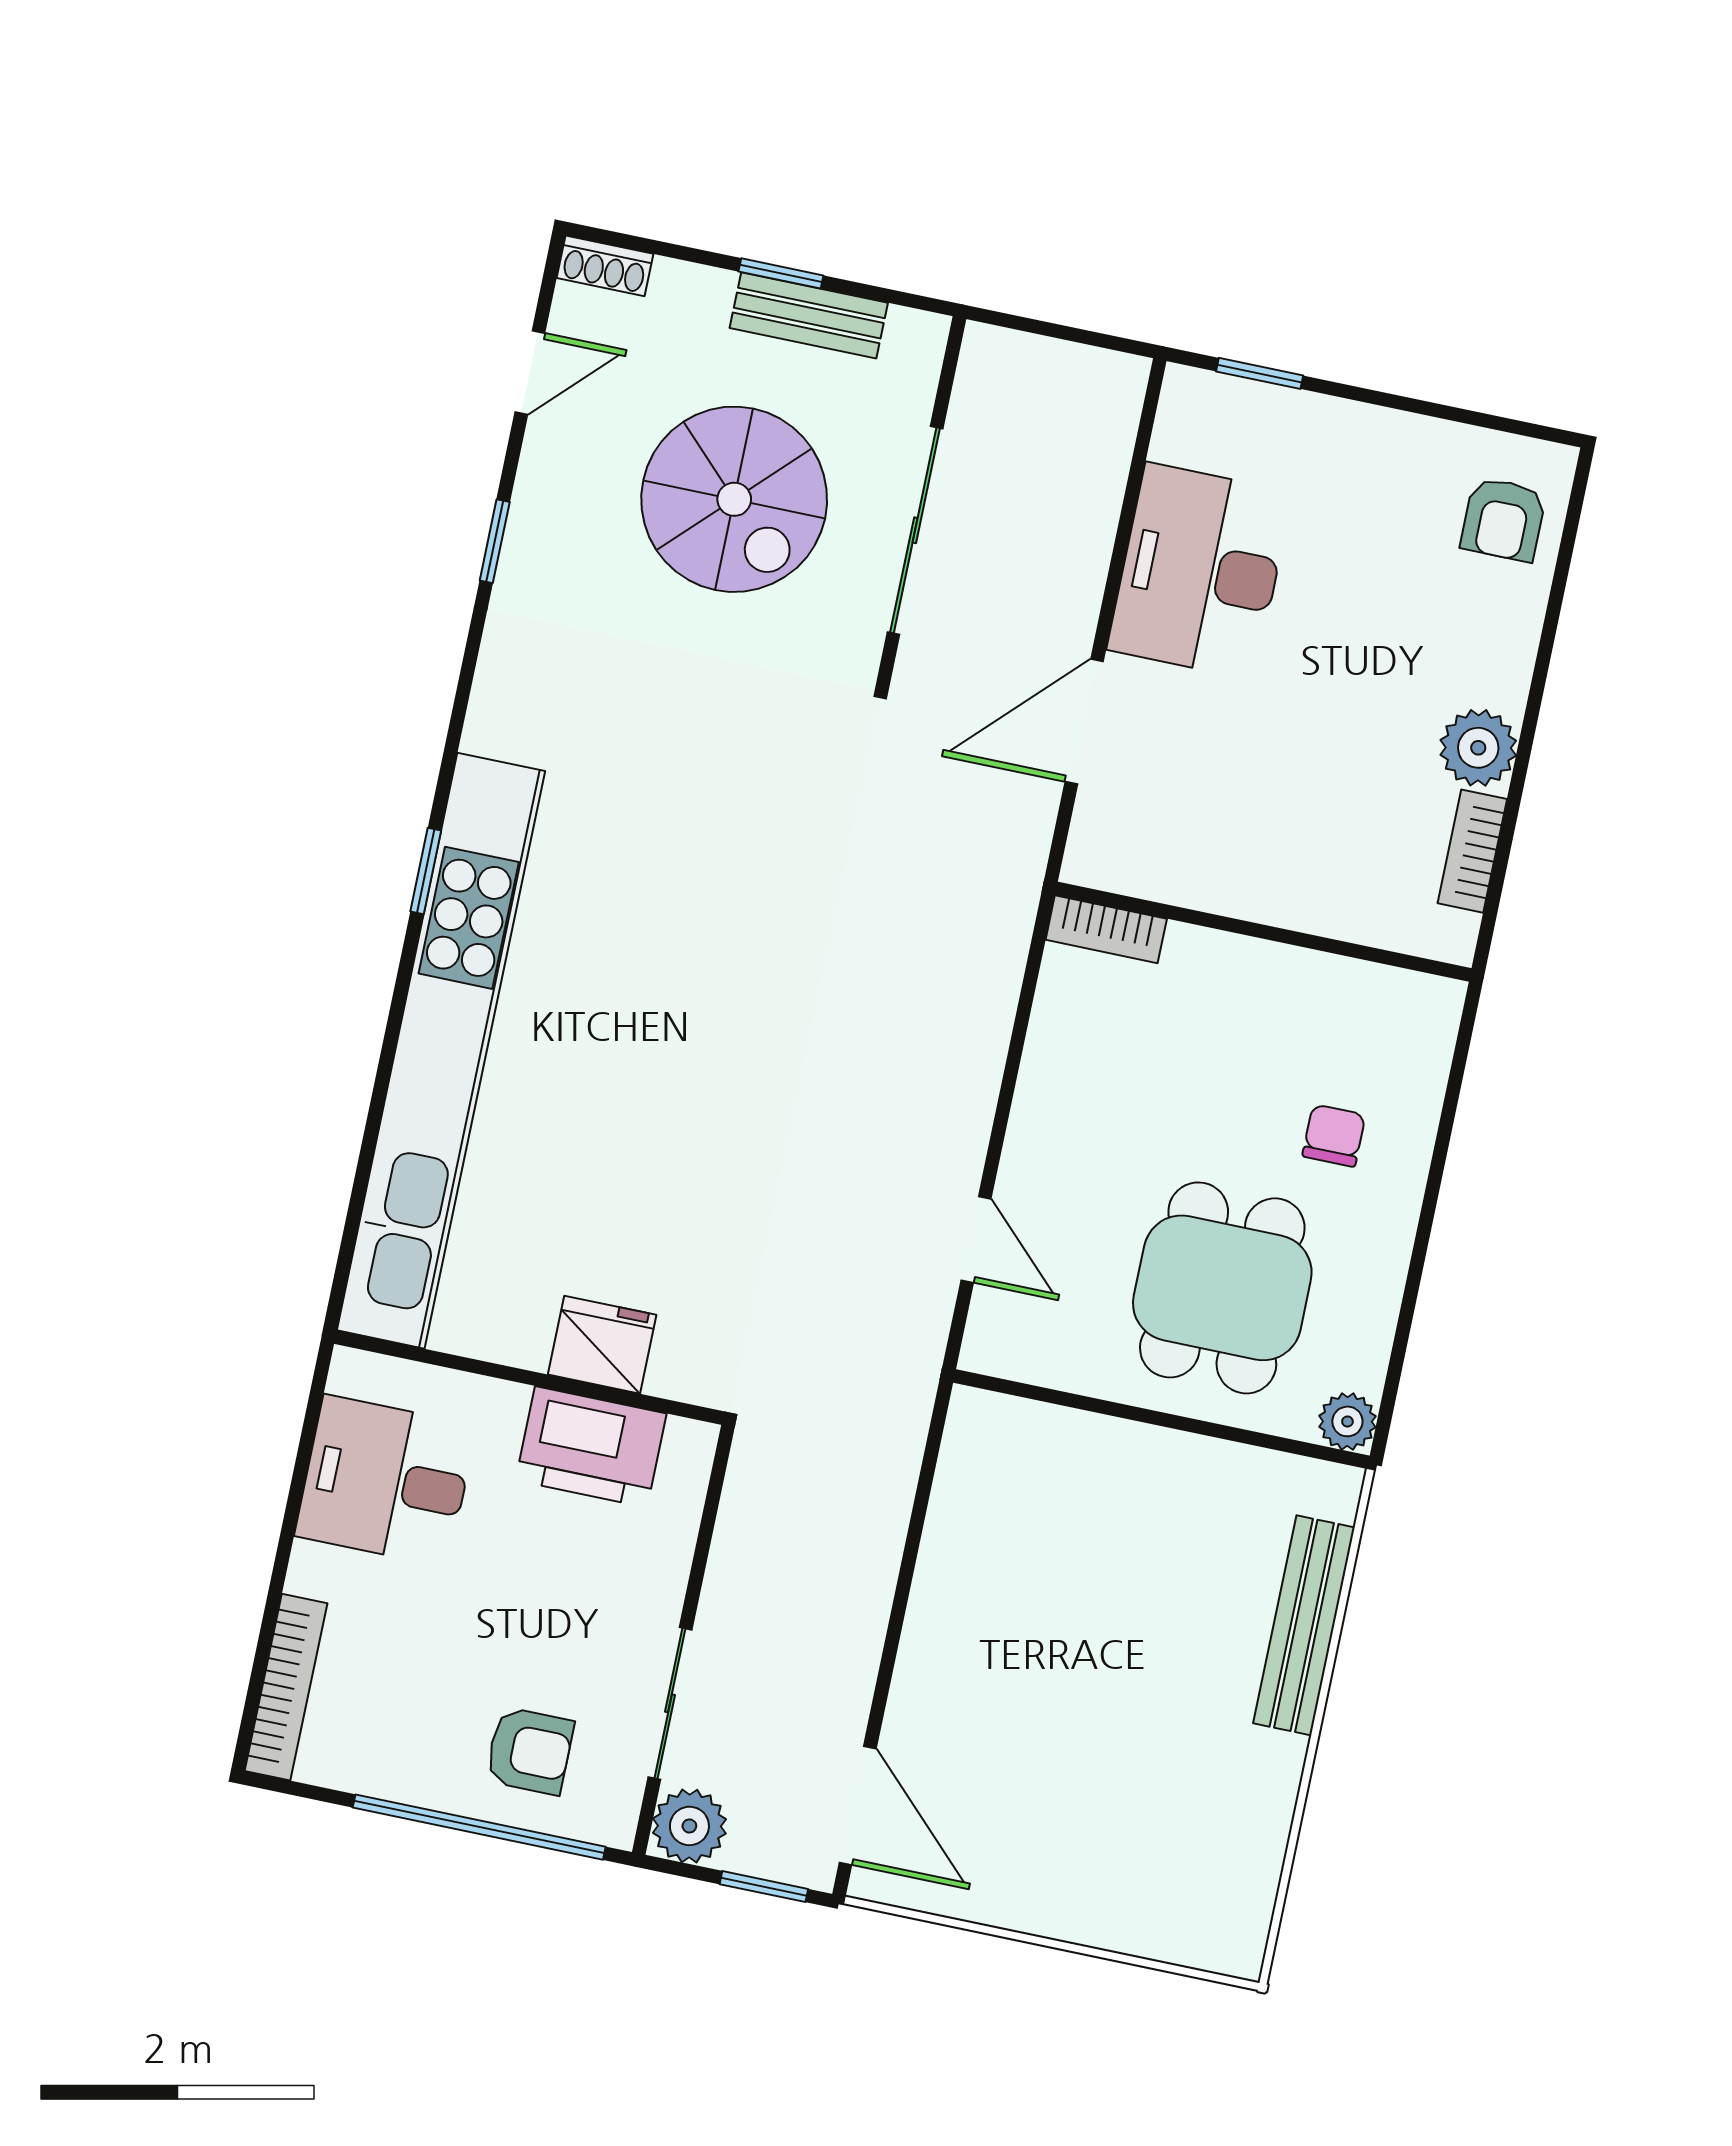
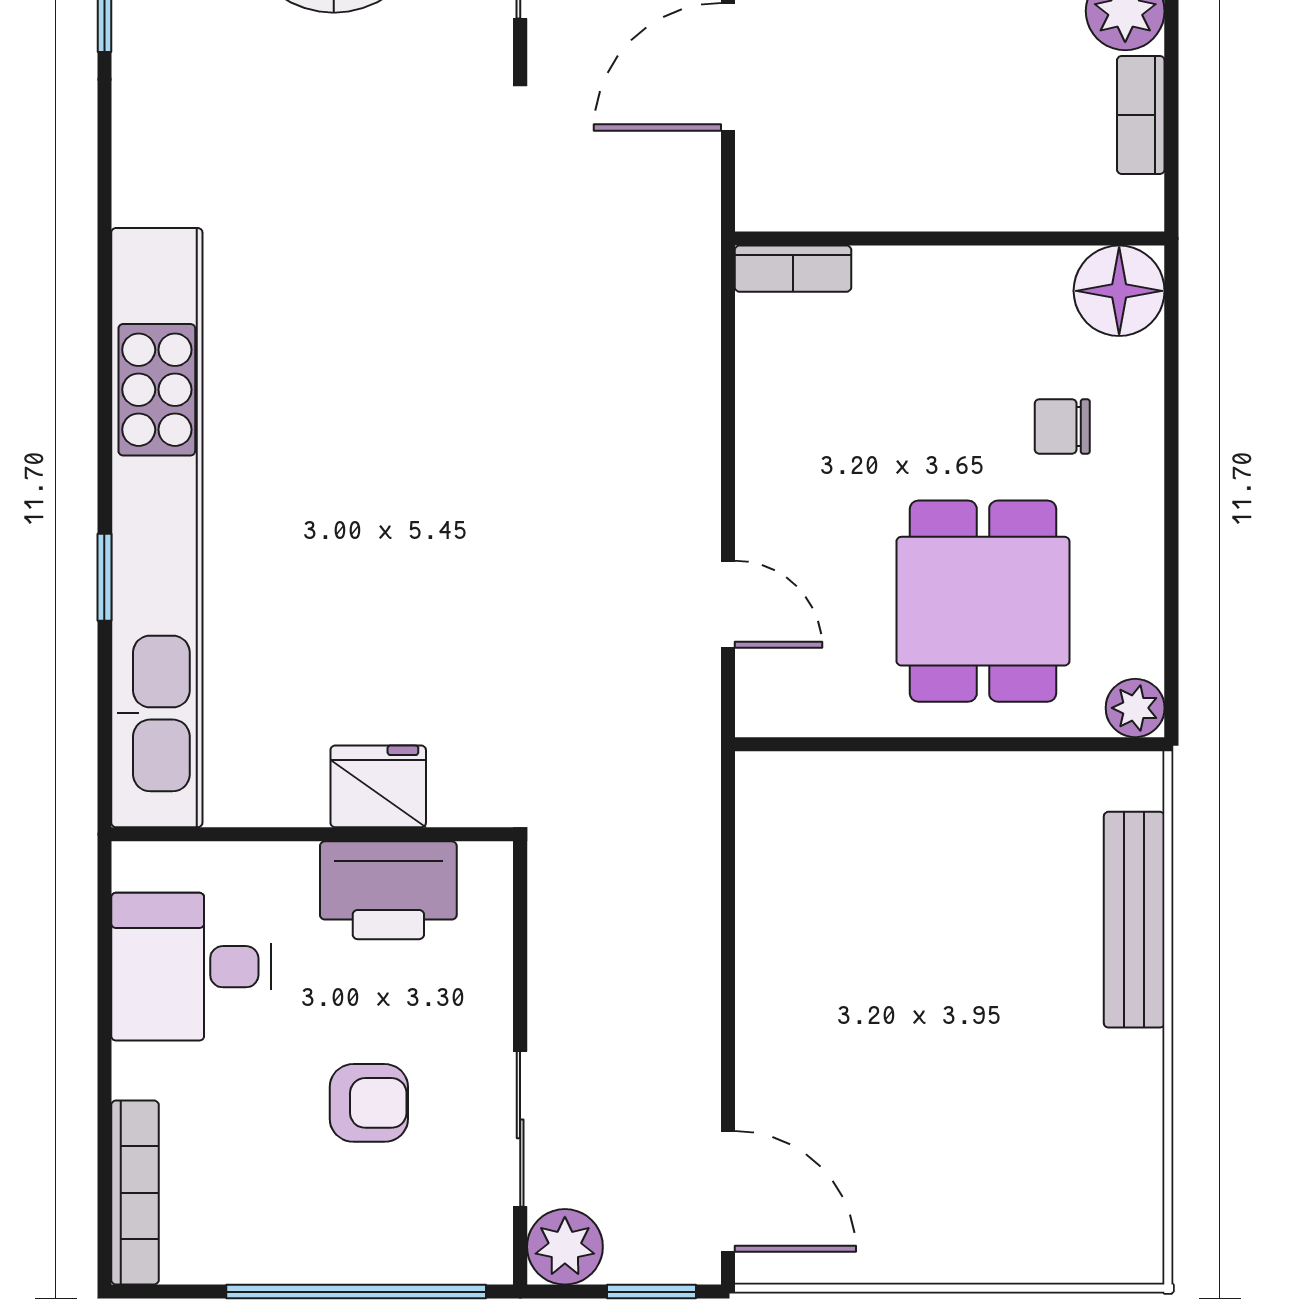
window: (426, 871) -> (104, 577), moved
floor lamp: (1416, 1016) -> (1119, 291), added
chair: (1334, 1136) -> (1062, 426), turned -90
armchair: (530, 1751) -> (369, 1103), moved

